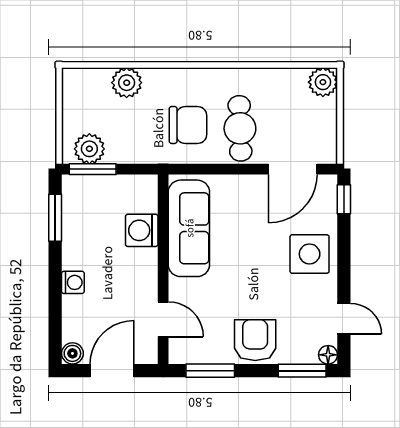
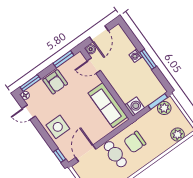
plant: (127, 83) -> (178, 135), moved
window: (55, 218) -> (148, 59), moved
washing machine: (142, 230) -> (135, 107), moved
boiler: (72, 353) -> (91, 49), moved

